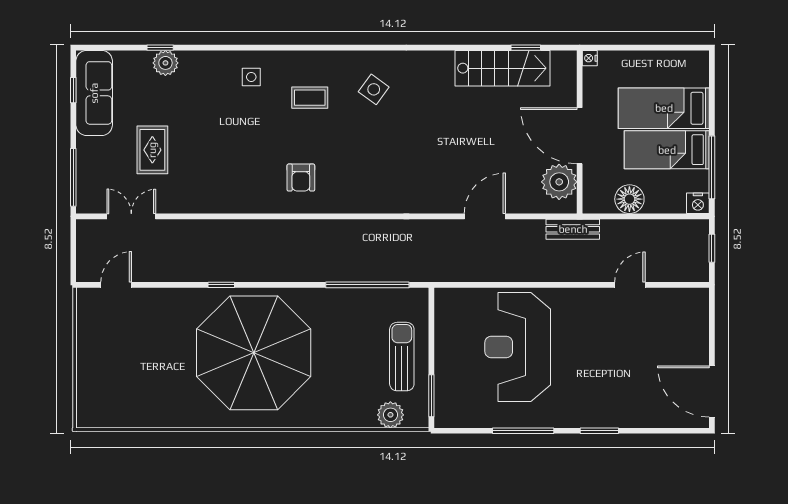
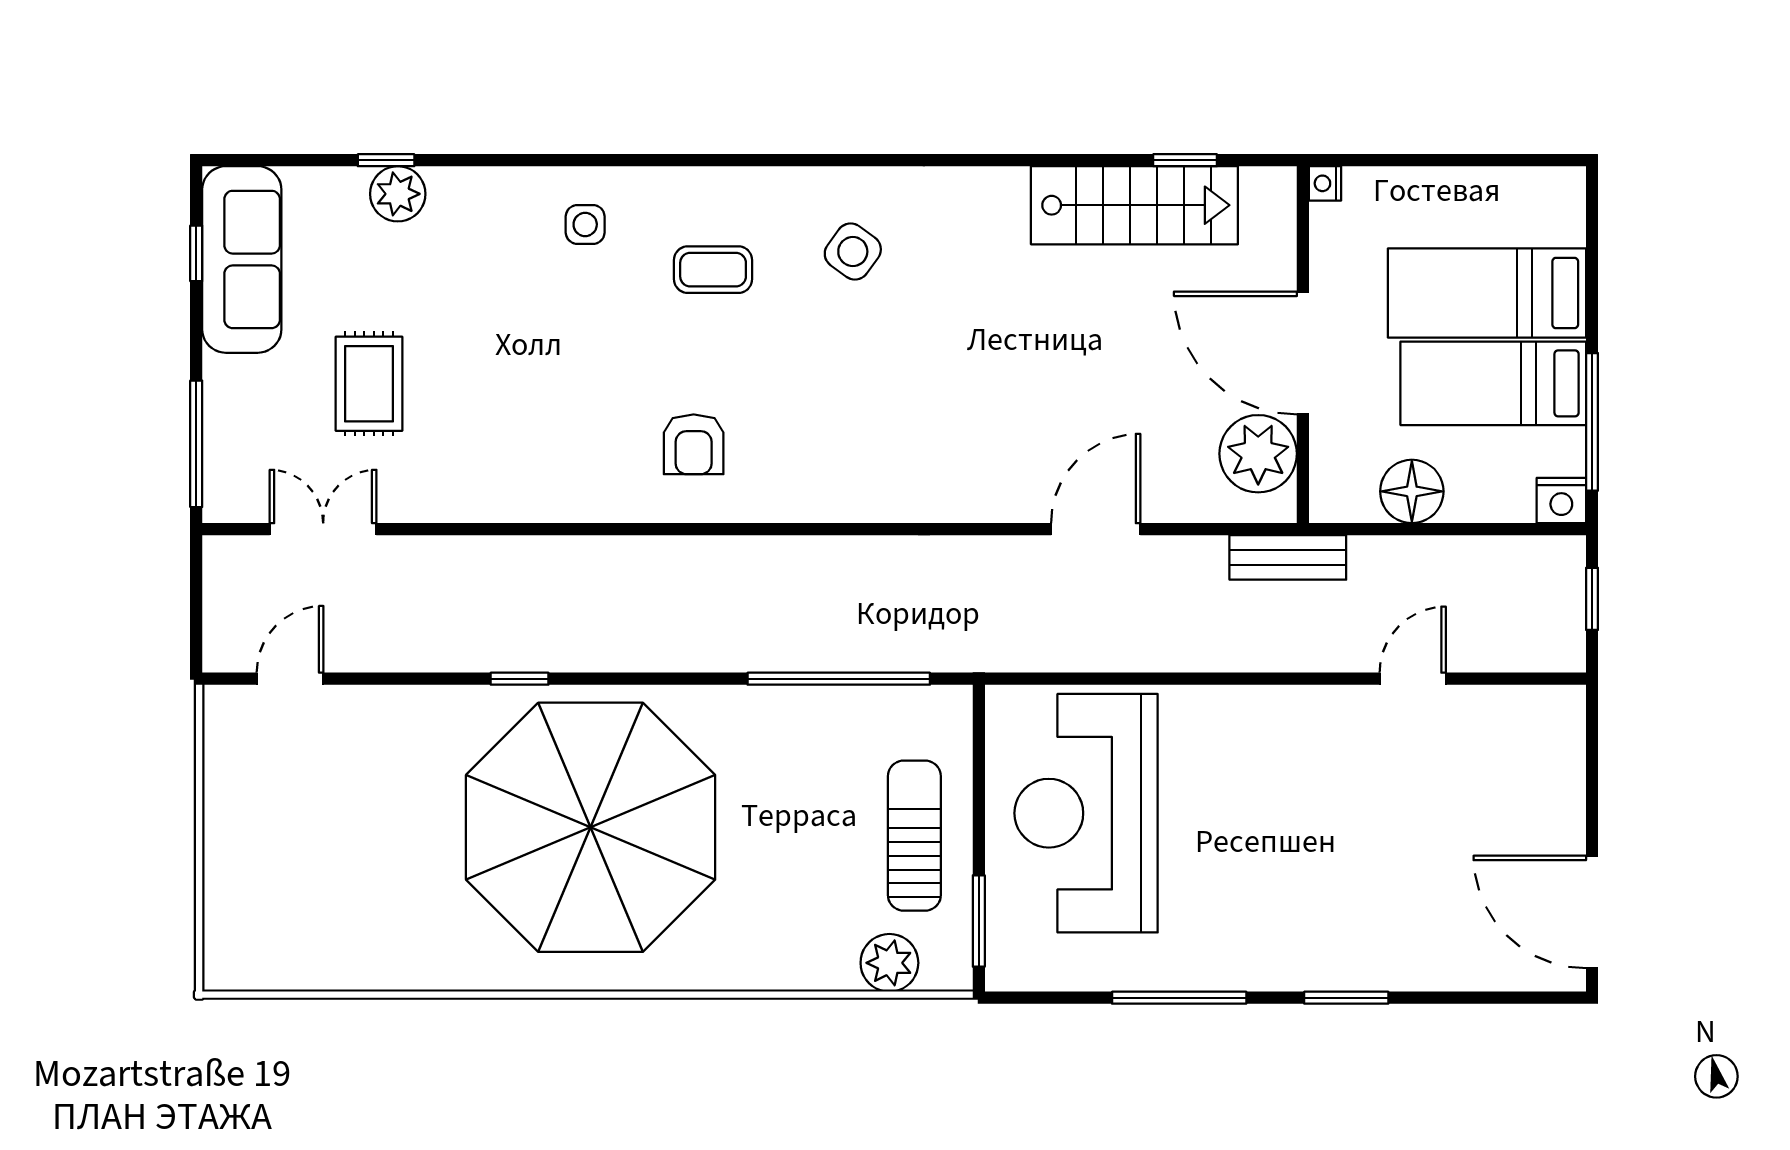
reception desk: (518, 347) -> (1086, 813), moved

